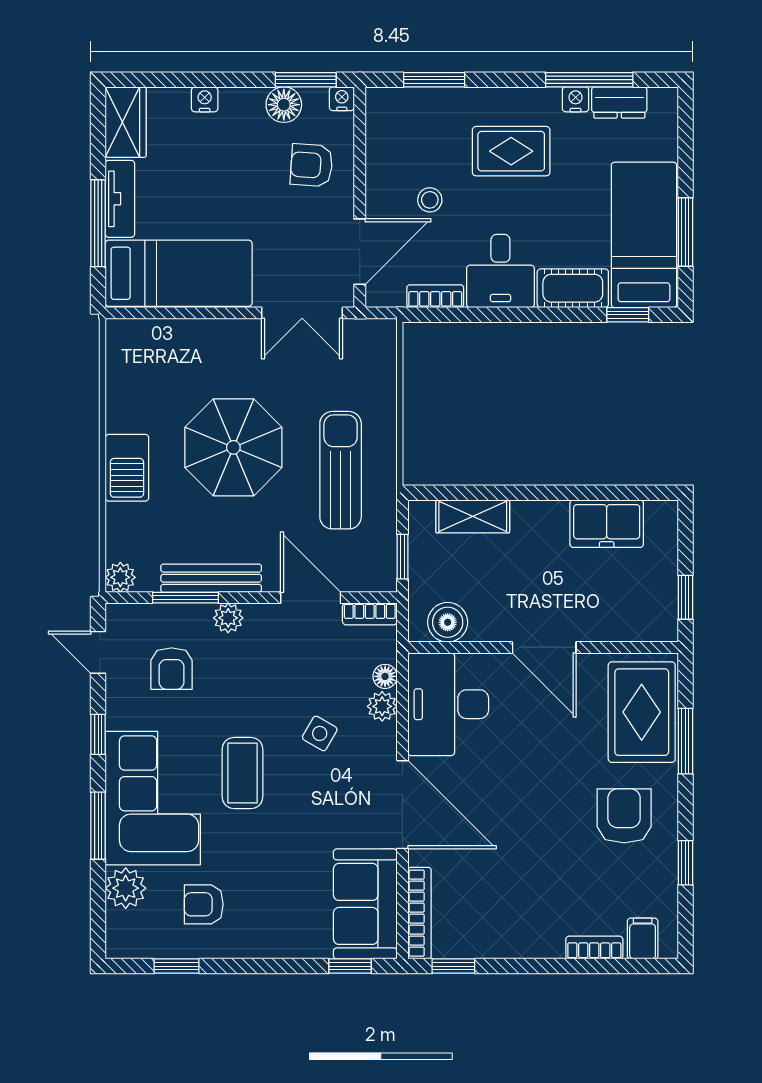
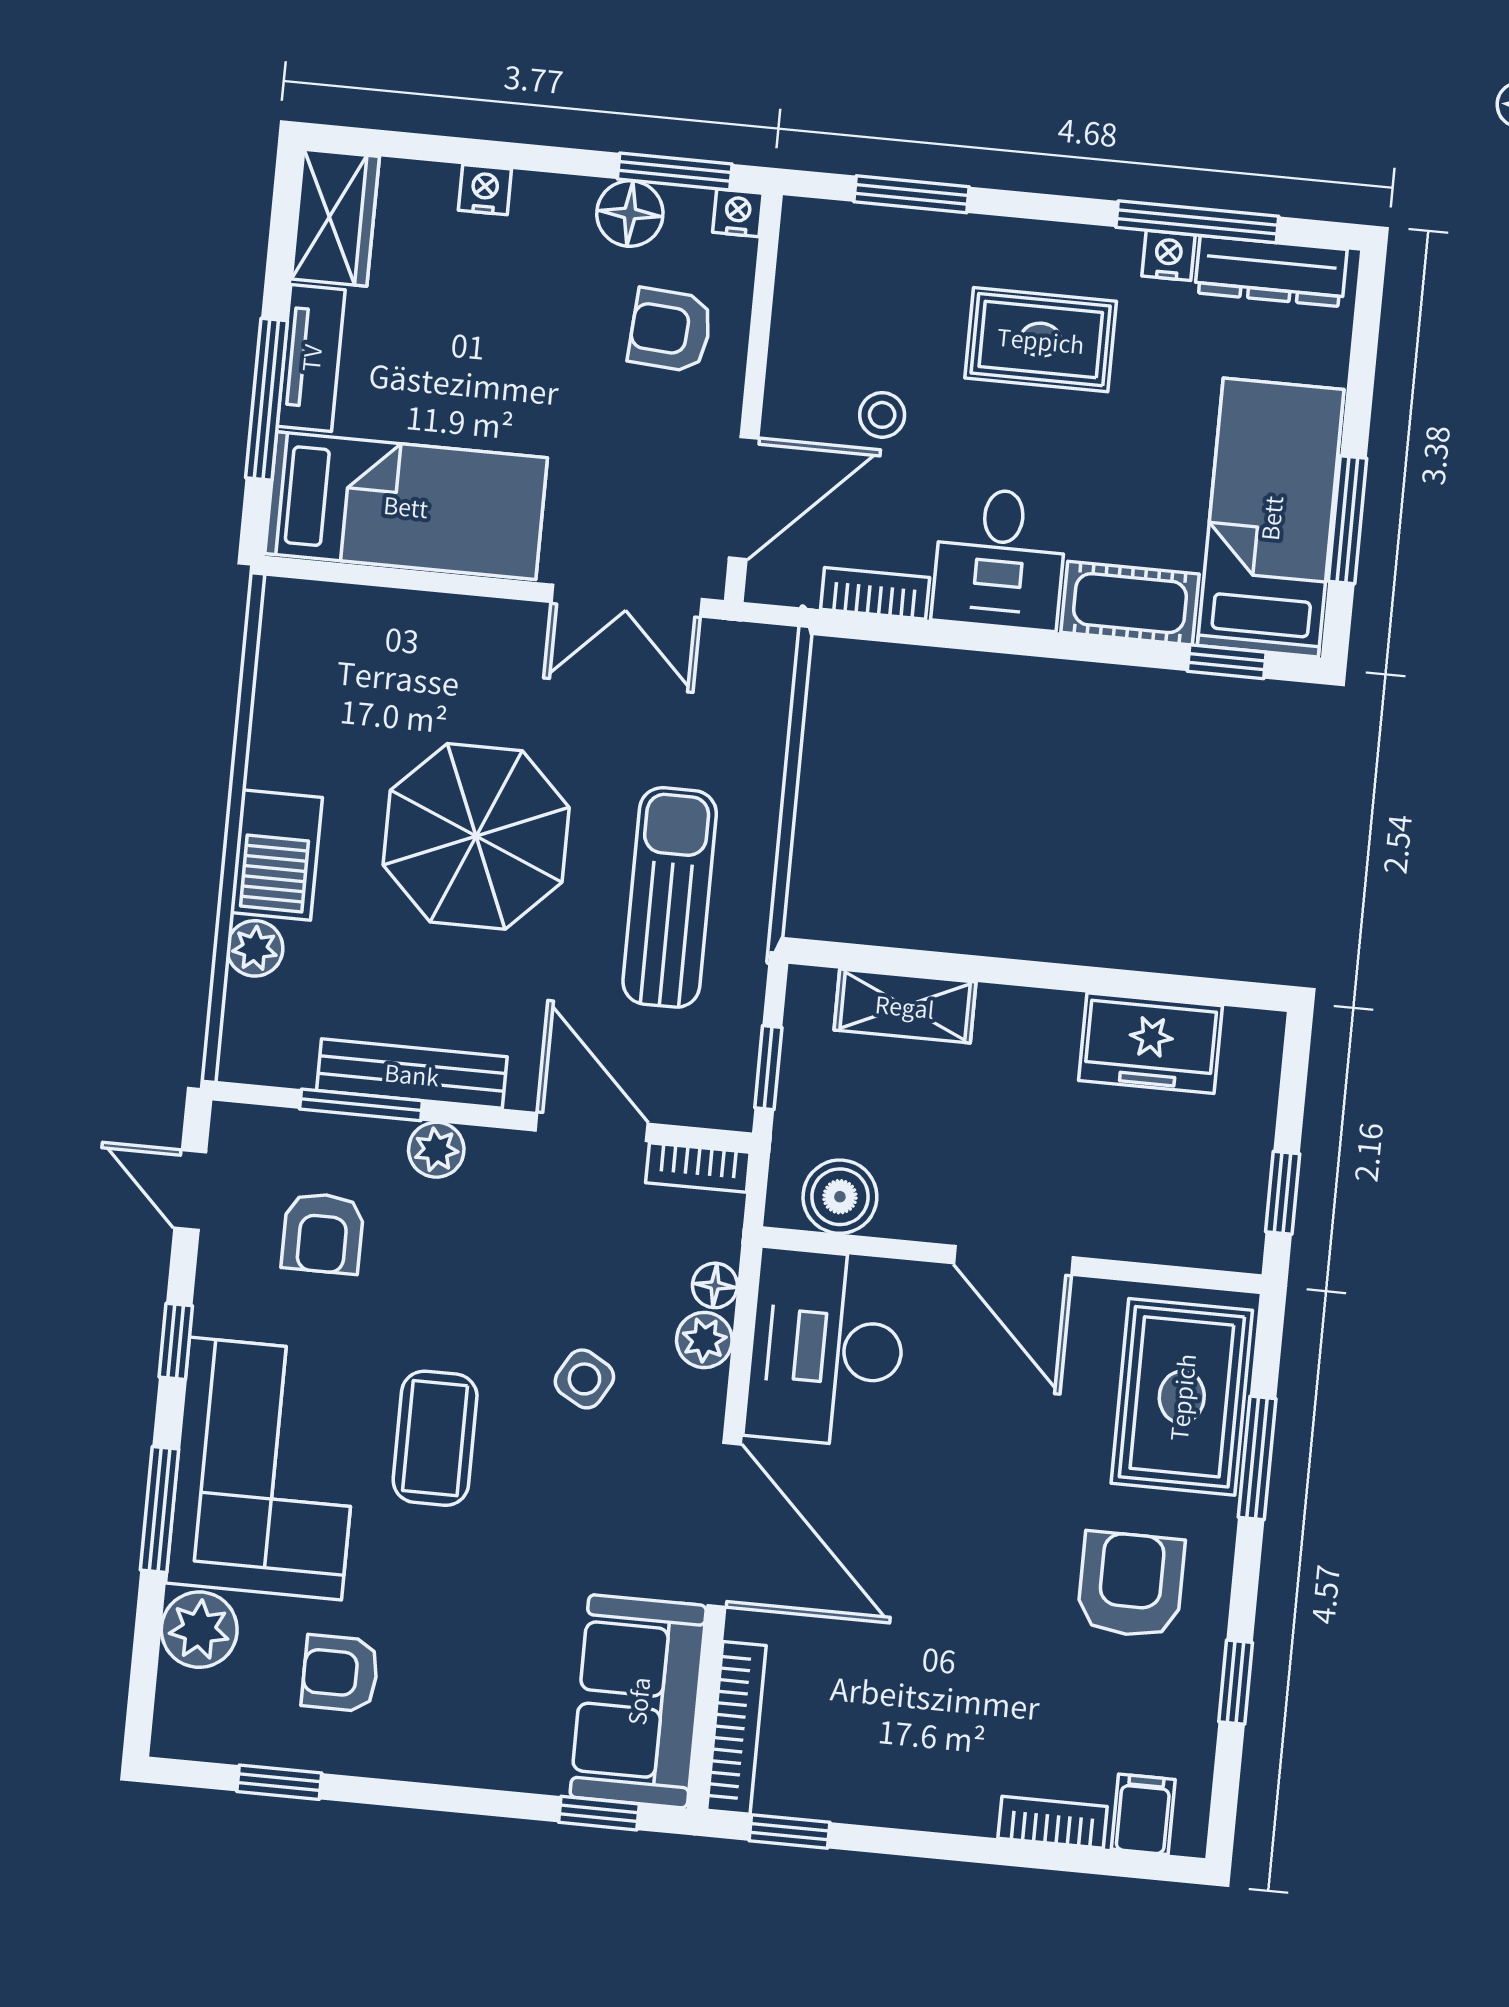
dresser: (619, 102) -> (1271, 271), width x1.44
plant: (120, 577) -> (255, 948), moved

